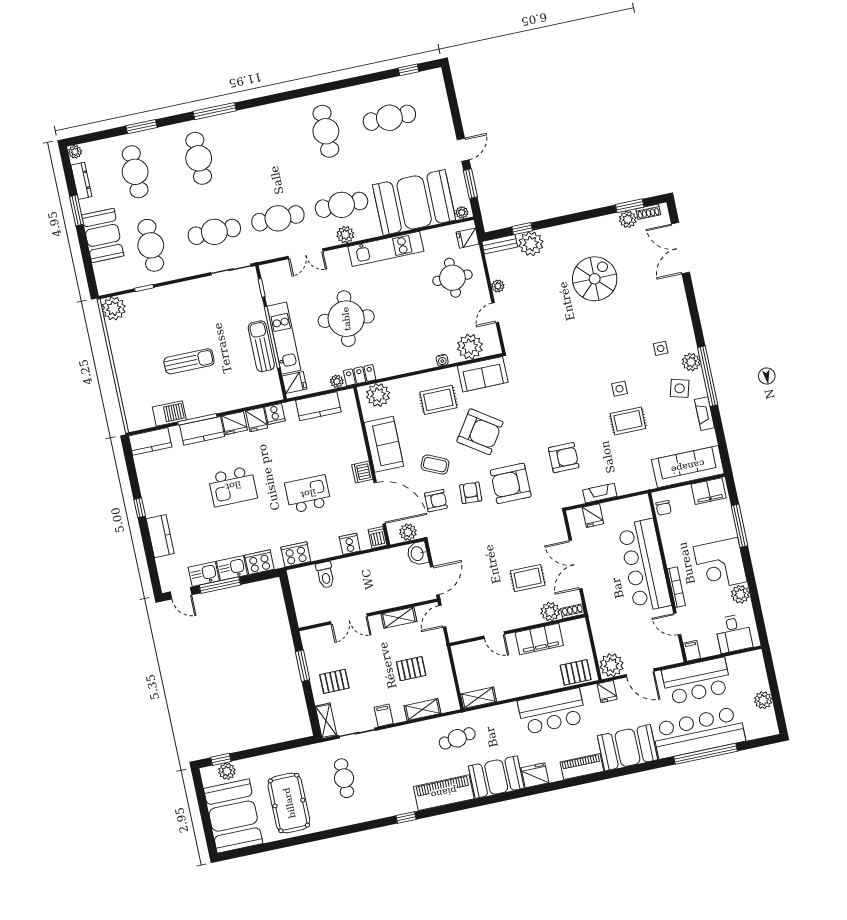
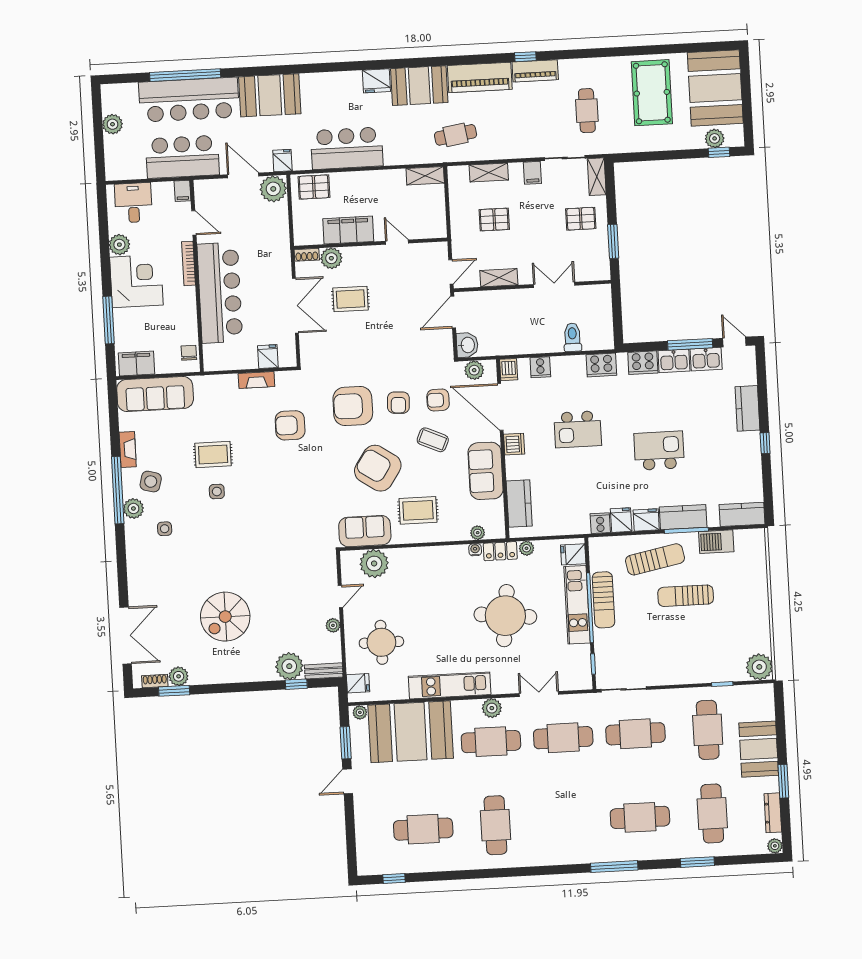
cafe table: (199, 158) -> (640, 817), turned 90
water cooler: (442, 360) -> (475, 550), moved
sun lounger: (221, 389) -> (655, 559), added
plant: (378, 395) -> (478, 533), width x0.53, depth x0.53
kitchen counter: (318, 406) -> (519, 504), moved, turned 90
armchair: (511, 483) -> (353, 406), turned 180
piano: (582, 767) -> (535, 71), moved

